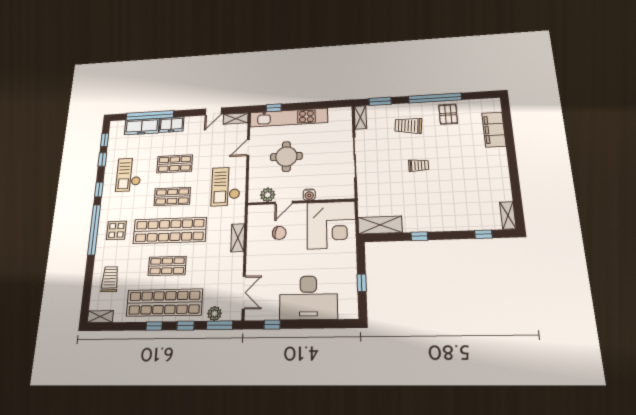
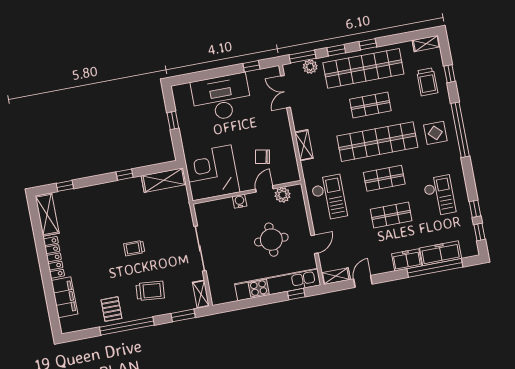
locker: (501, 167) -> (54, 257), added
window: (99, 189) -> (450, 74), moved
shelving: (508, 215) -> (47, 214), width x1.50, depth x1.33

